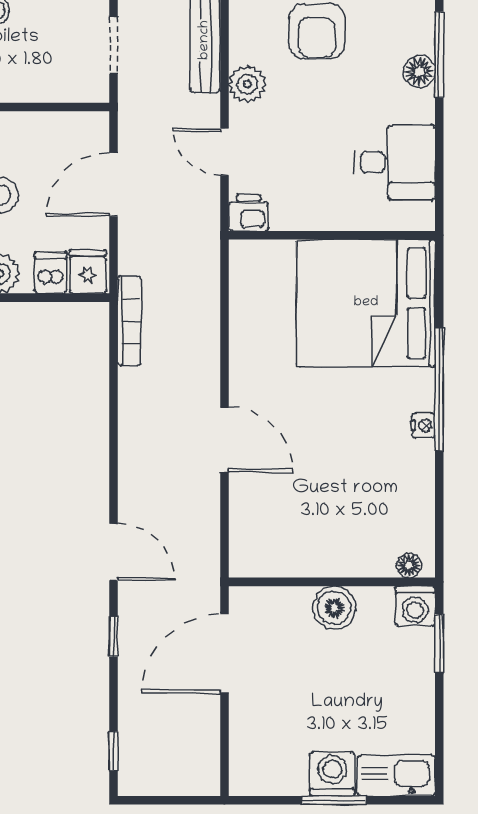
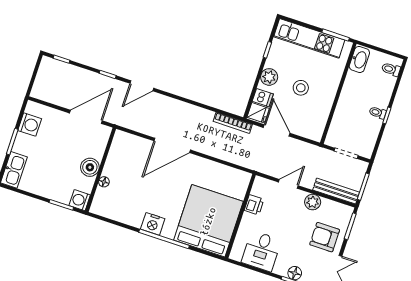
door: (114, 185) -> (277, 130), moved
printer: (249, 213) -> (254, 205), moved
nightstand: (423, 425) -> (153, 224), width x1.89, depth x1.79
door: (224, 440) -> (172, 145), width x1.36
floor lamp: (409, 565) -> (104, 182), moved
door: (224, 654) -> (86, 117), hinge flipped
washing machine: (332, 774) -> (30, 125), moved

